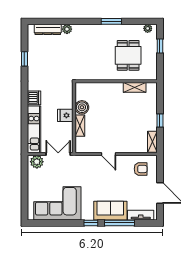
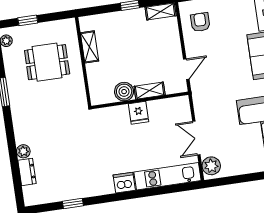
dresser: (48, 29) -> (27, 172), width x0.70
boiler: (82, 107) -> (124, 92), moved
fridge: (65, 115) -> (139, 113), moved
wall: (74, 118) -> (140, 100), moved
shelving: (80, 126) -> (150, 91), moved

